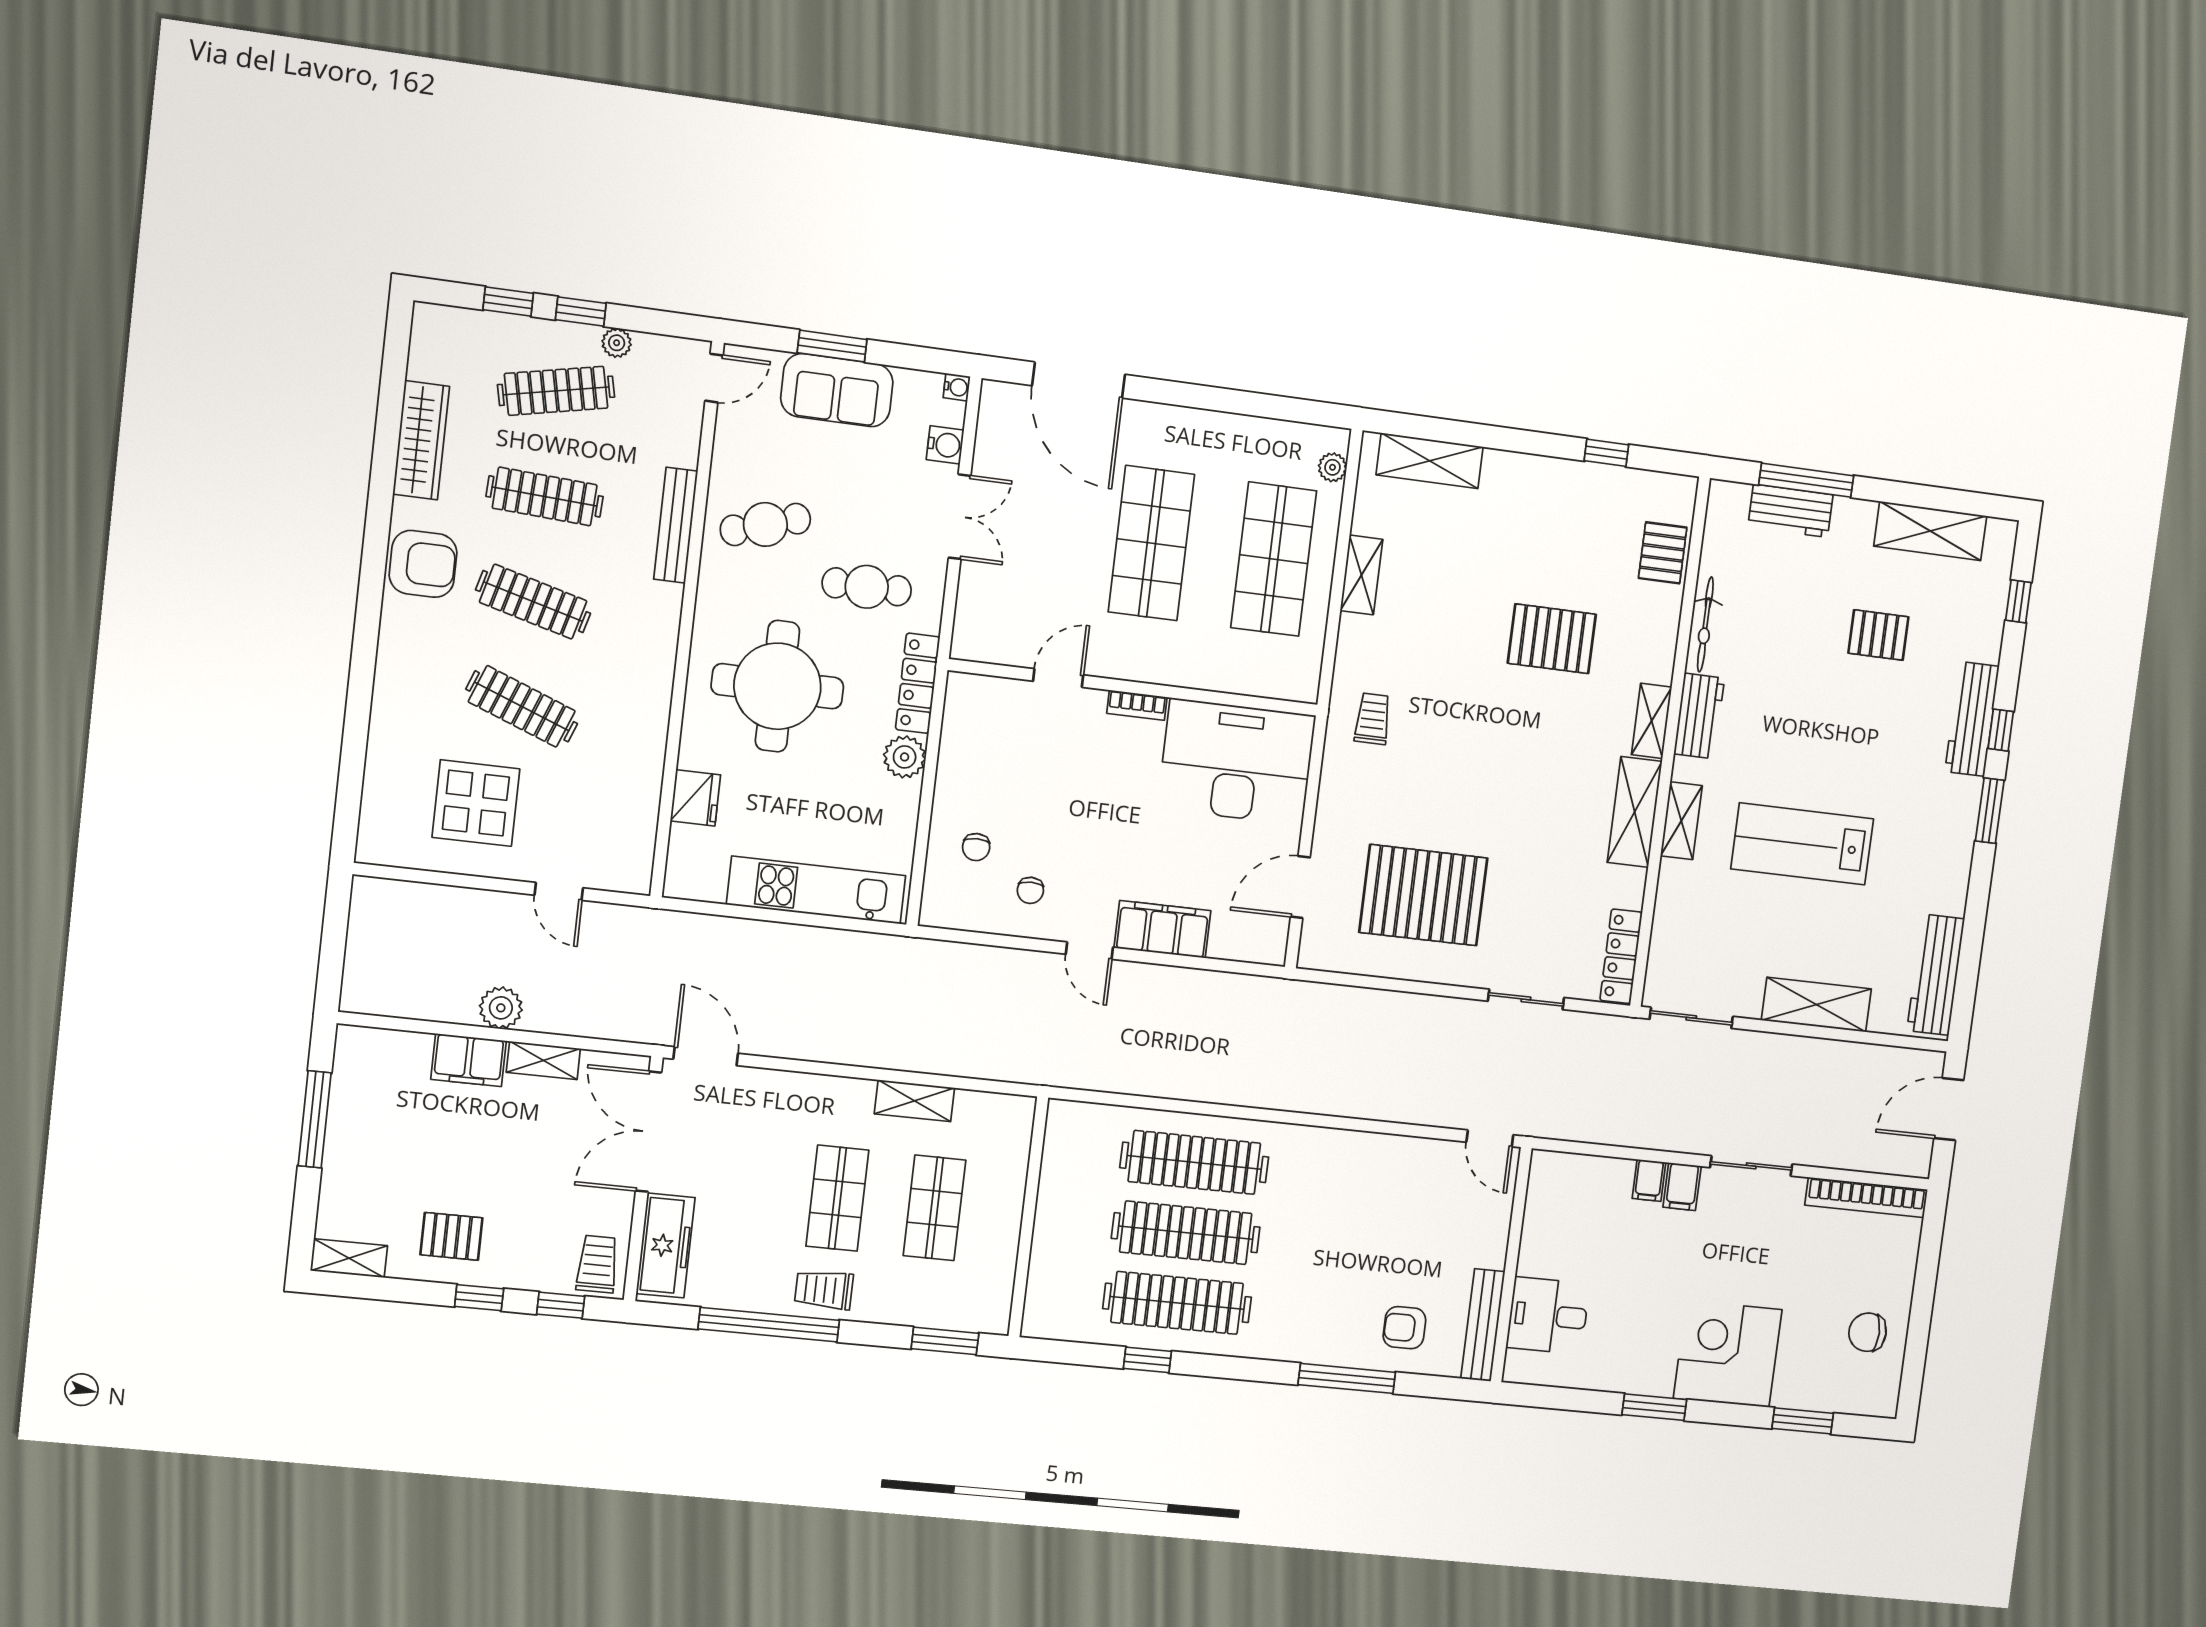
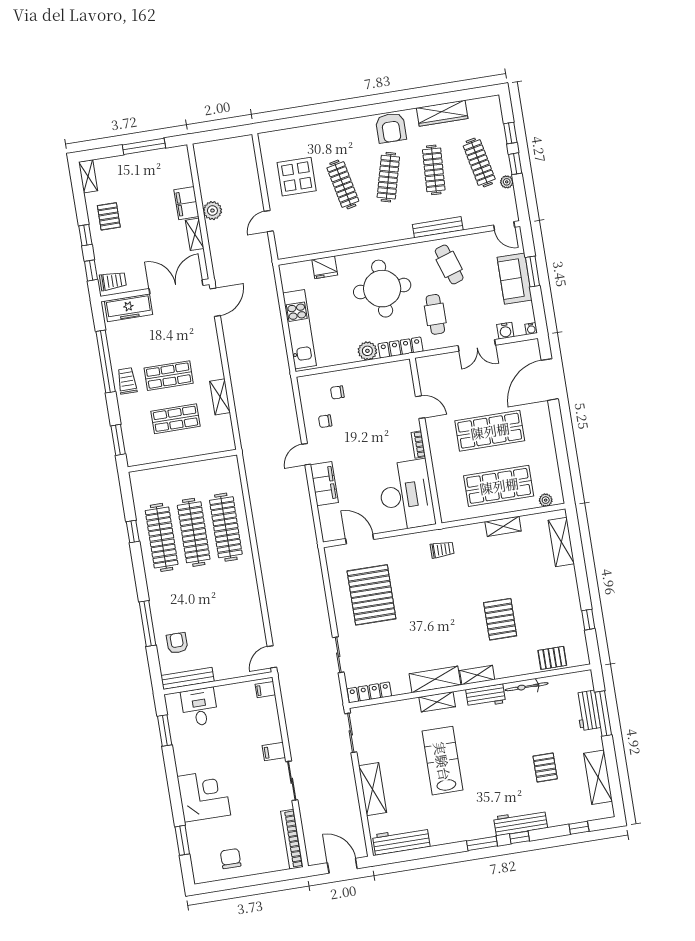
clothes rail: (522, 706) -> (343, 184), turned -33
filing cabinet: (1649, 1180) -> (265, 690), moved
window: (1654, 1407) -> (165, 731), moved

